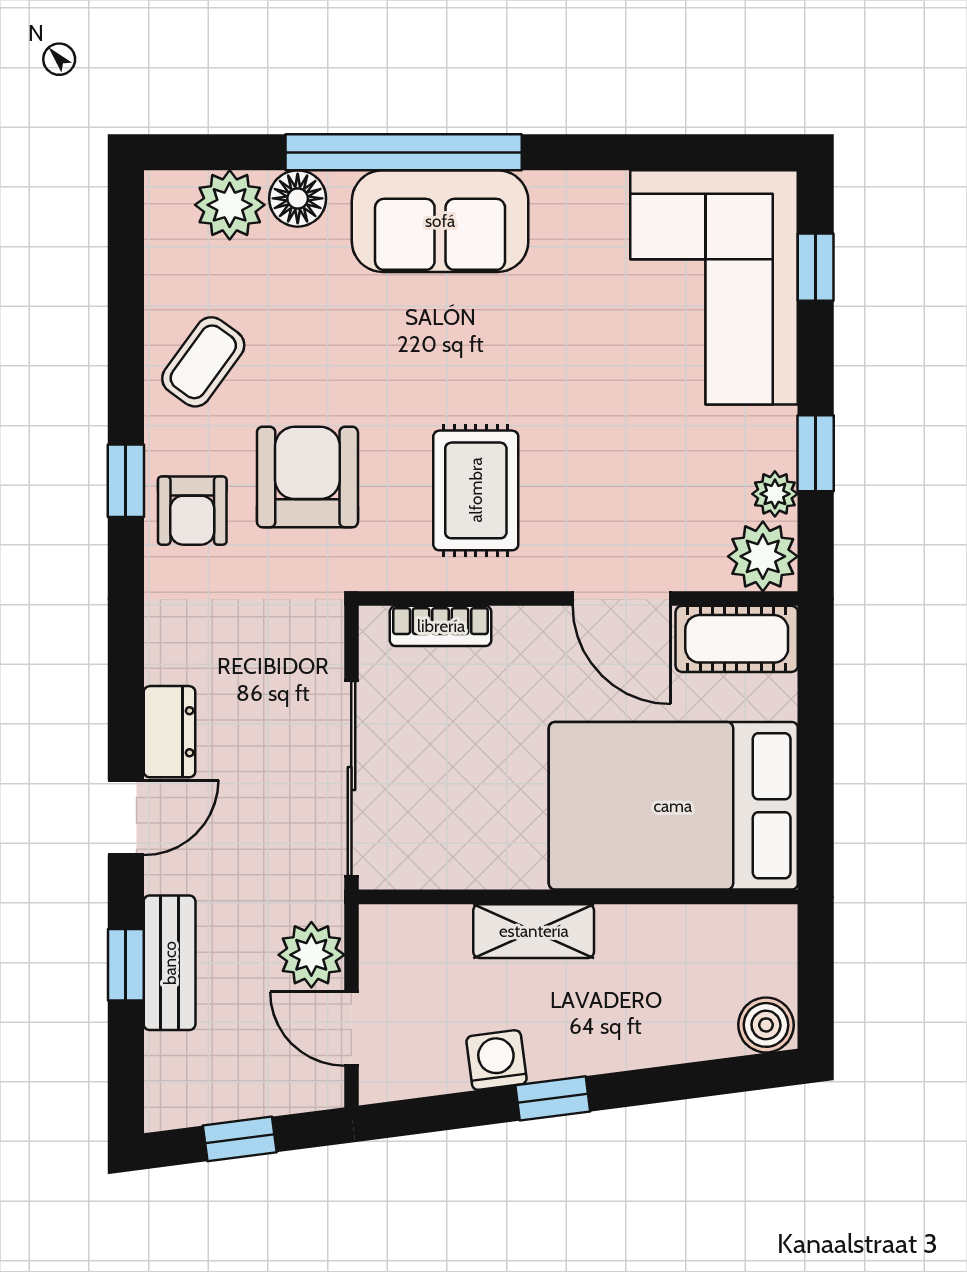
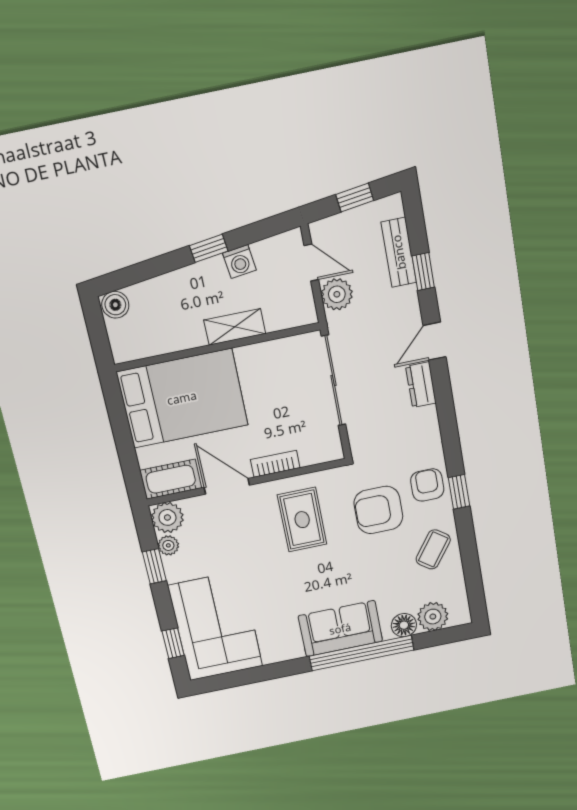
armchair: (307, 477) -> (378, 510), turned 90
bookcase: (441, 626) -> (275, 464), moved
bench: (170, 963) -> (399, 252), moved

